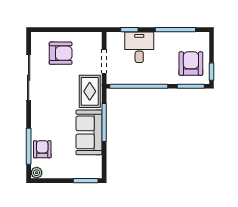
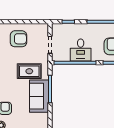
desk: (139, 47) -> (81, 50), moved, turned 180
rug: (90, 91) -> (29, 71), moved, turned 90

